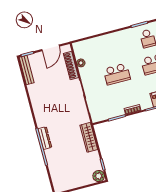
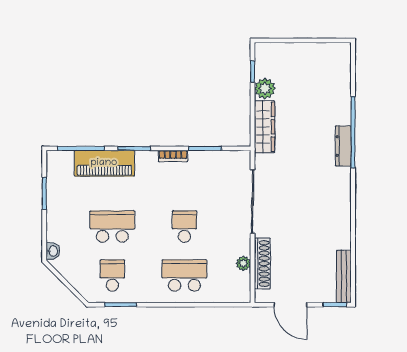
door: (51, 48) -> (290, 305), swing flipped
school desk: (110, 48) -> (184, 275), added
school desk: (117, 74) -> (184, 227), width x0.54
plant: (99, 176) -> (265, 89), moved

